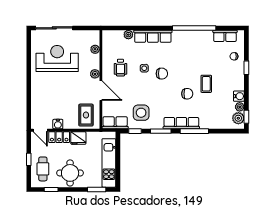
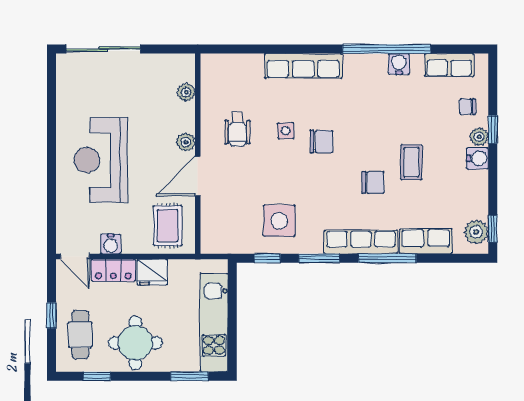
plant: (128, 35) -> (254, 63), removed
water cooler: (200, 35) -> (399, 64), added
reception desk: (57, 58) -> (101, 160), moved, turned -90
door: (101, 91) -> (198, 176), swing flipped
water cooler: (239, 96) -> (478, 158), moved
plant: (240, 107) -> (479, 137), moved
row of seats: (115, 123) -> (426, 241), moved

